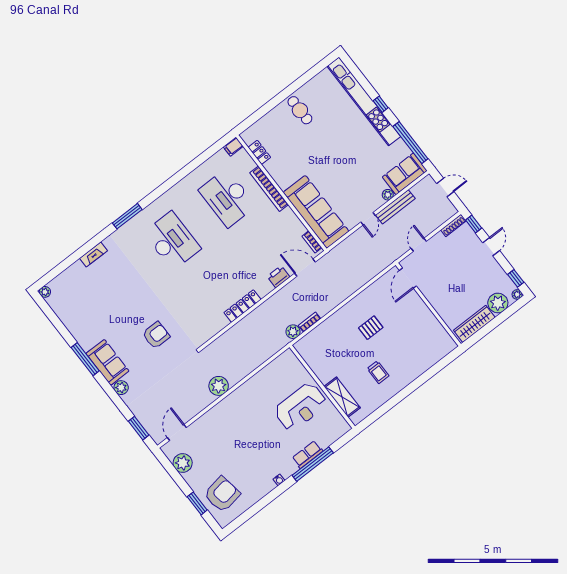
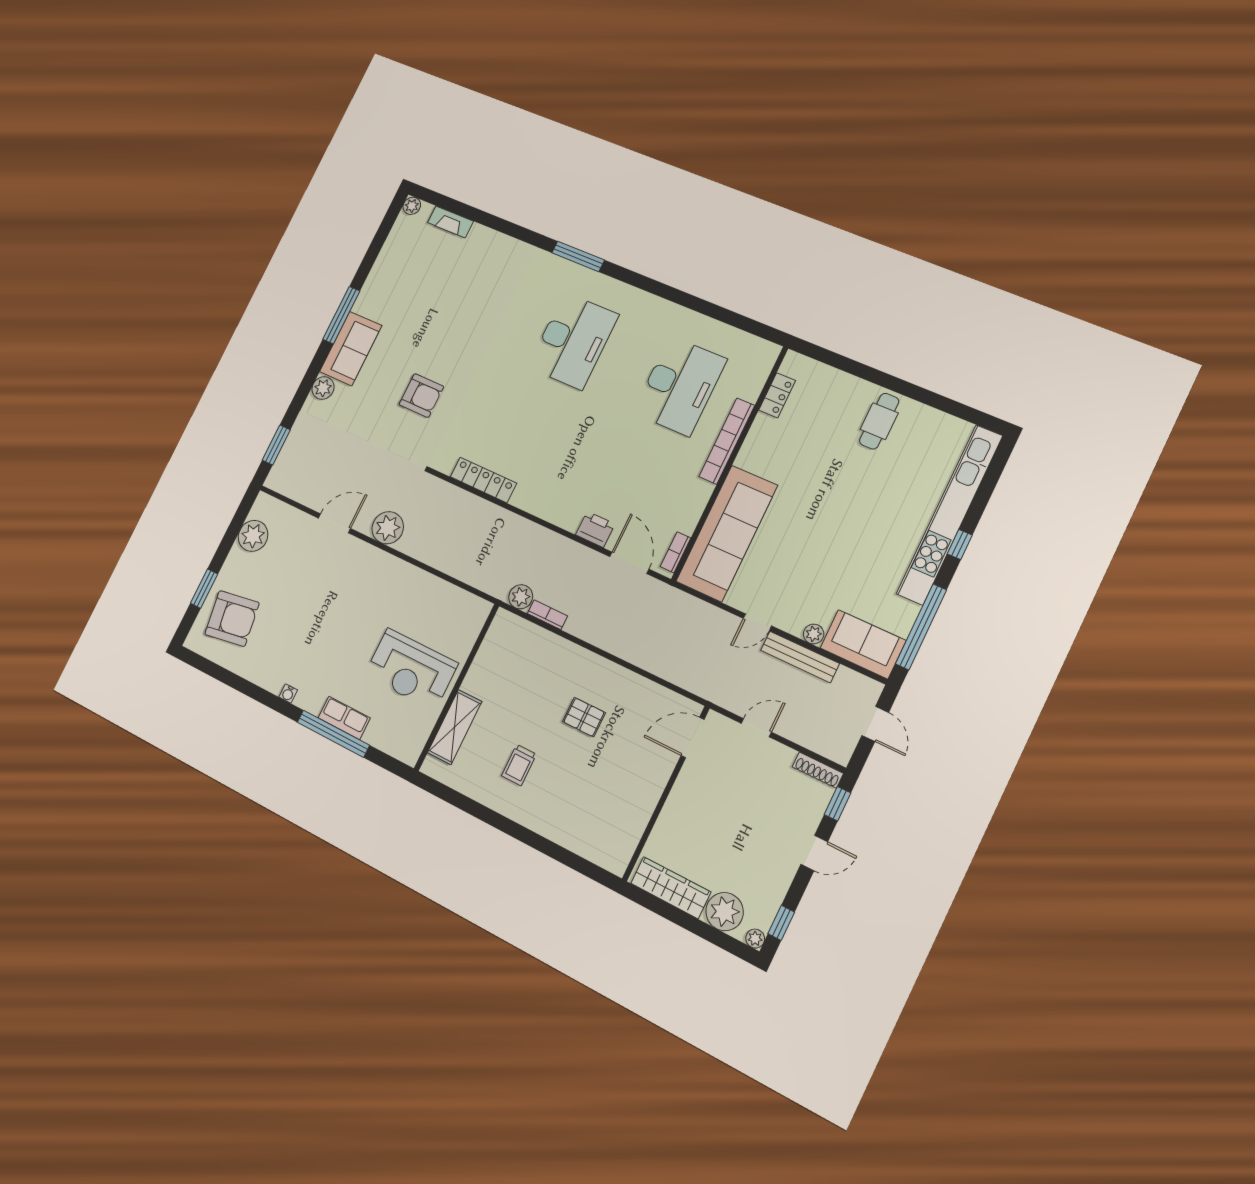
filing cabinet: (233, 147) -> (766, 351), removed
desk: (227, 198) -> (680, 386), turned 180
fireplace: (93, 254) -> (450, 222), moved
locker: (242, 306) -> (483, 480), moved
door: (177, 432) -> (334, 523), moved

